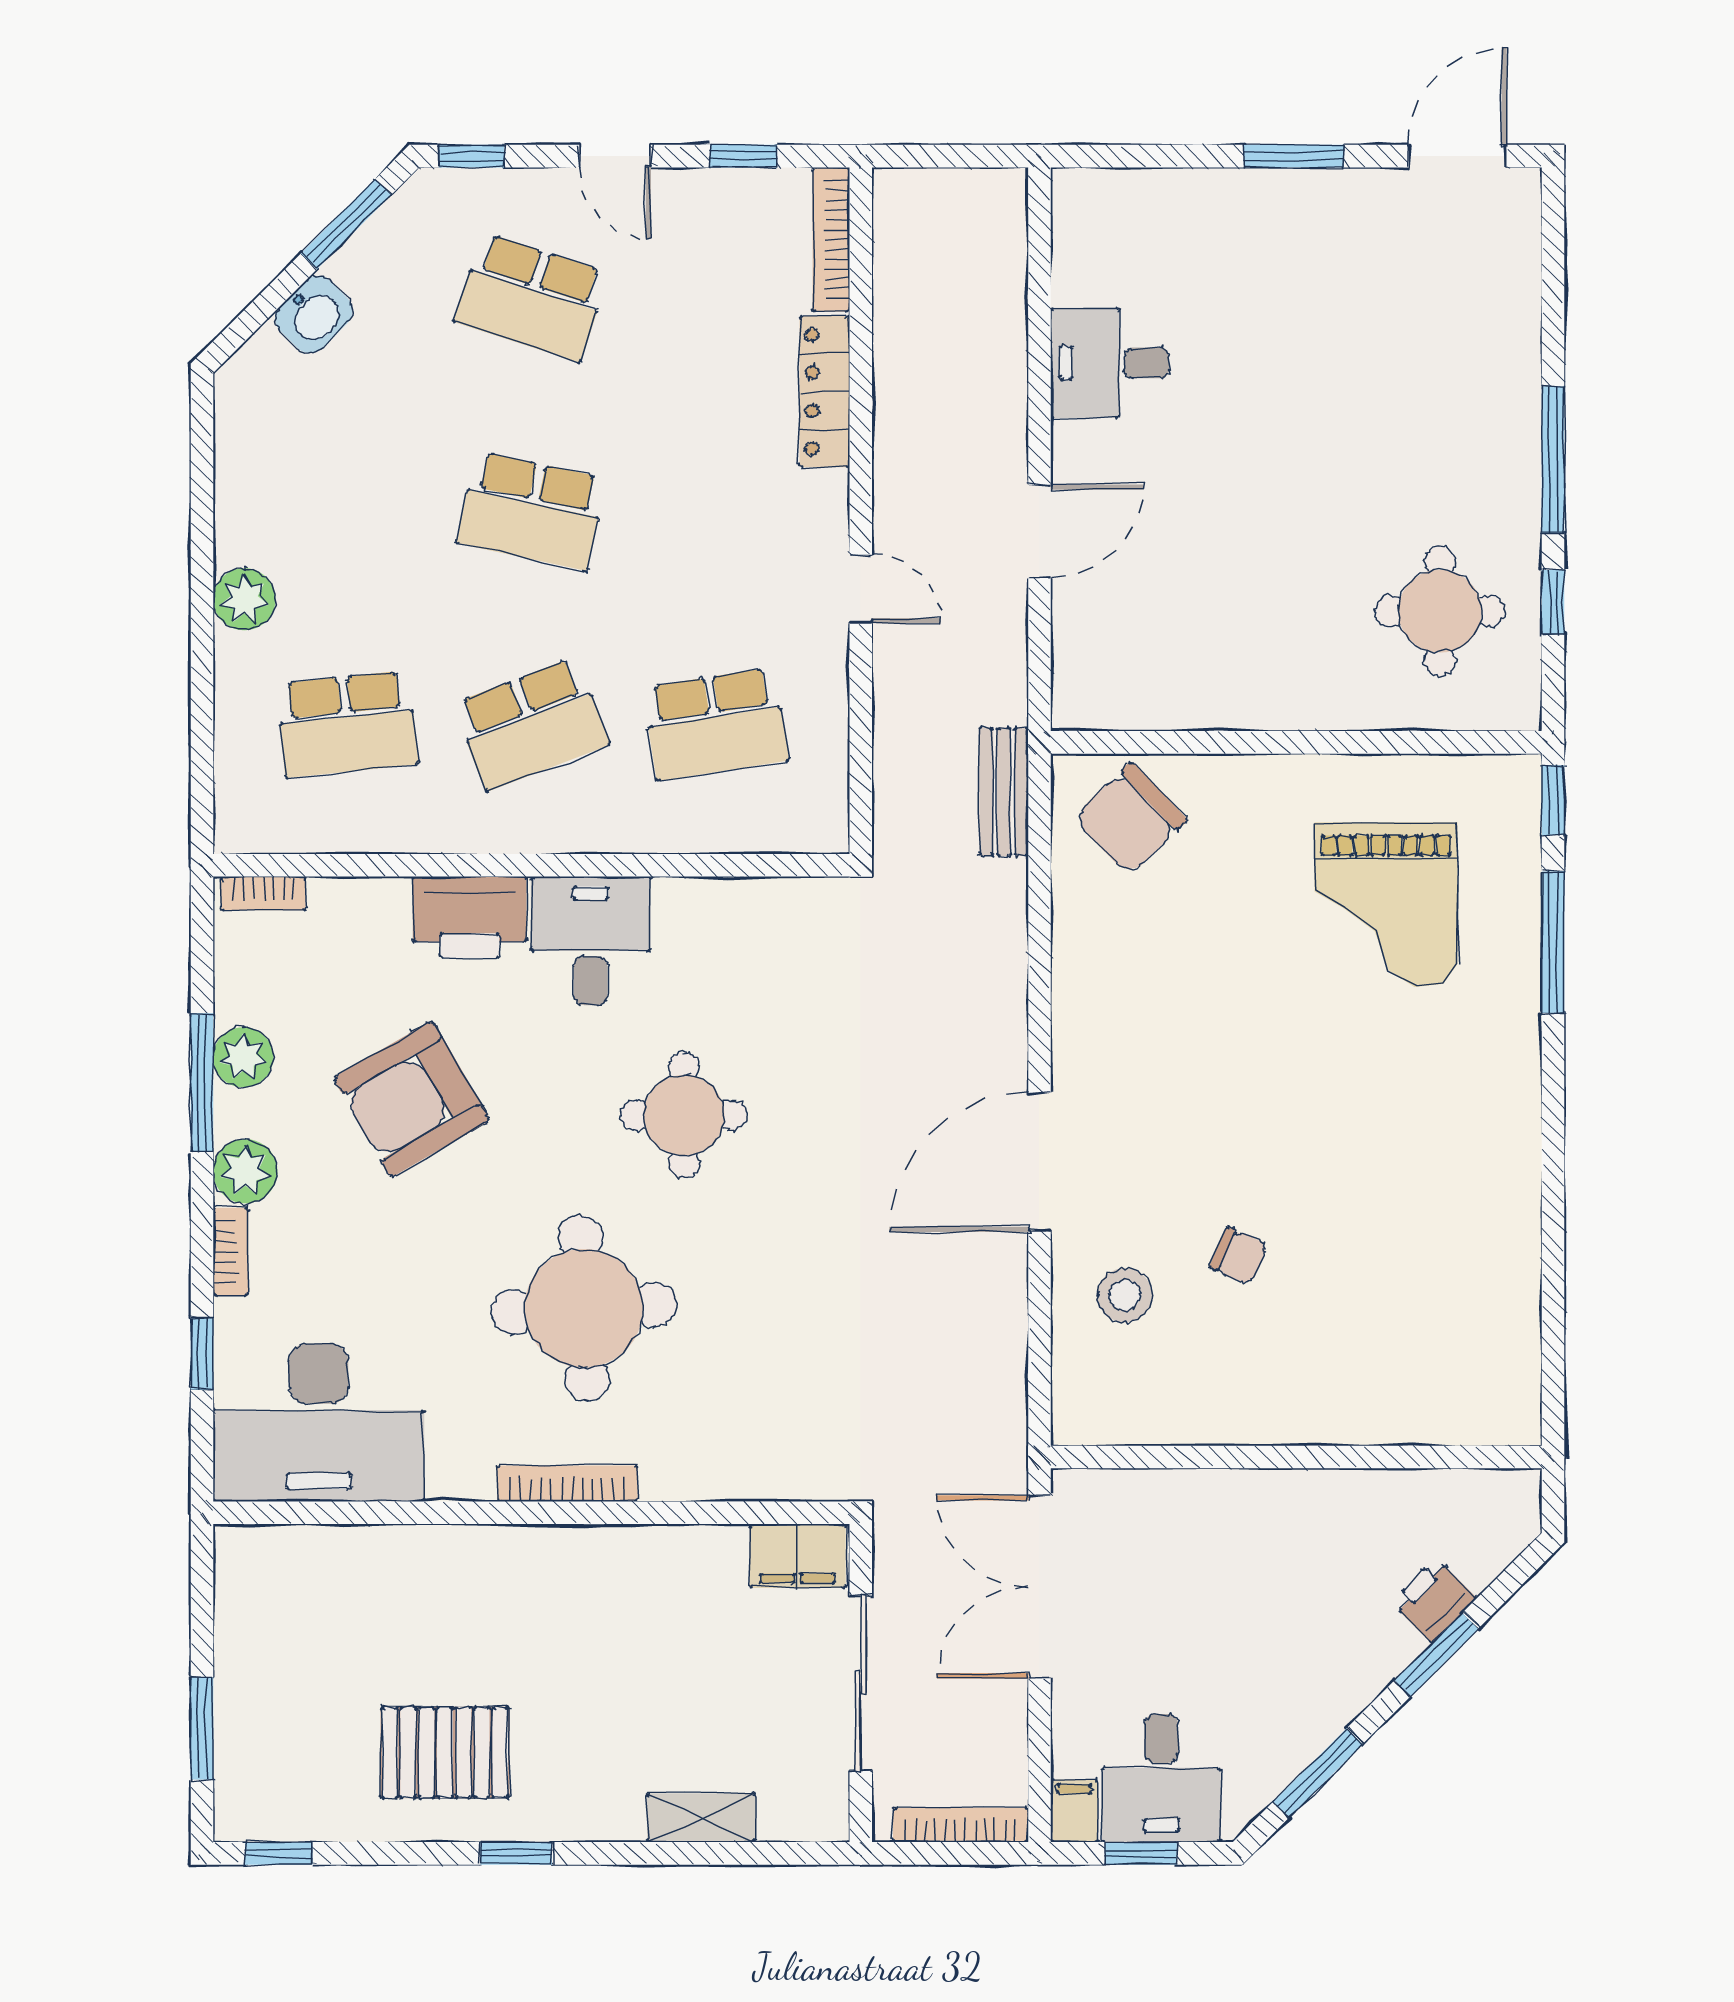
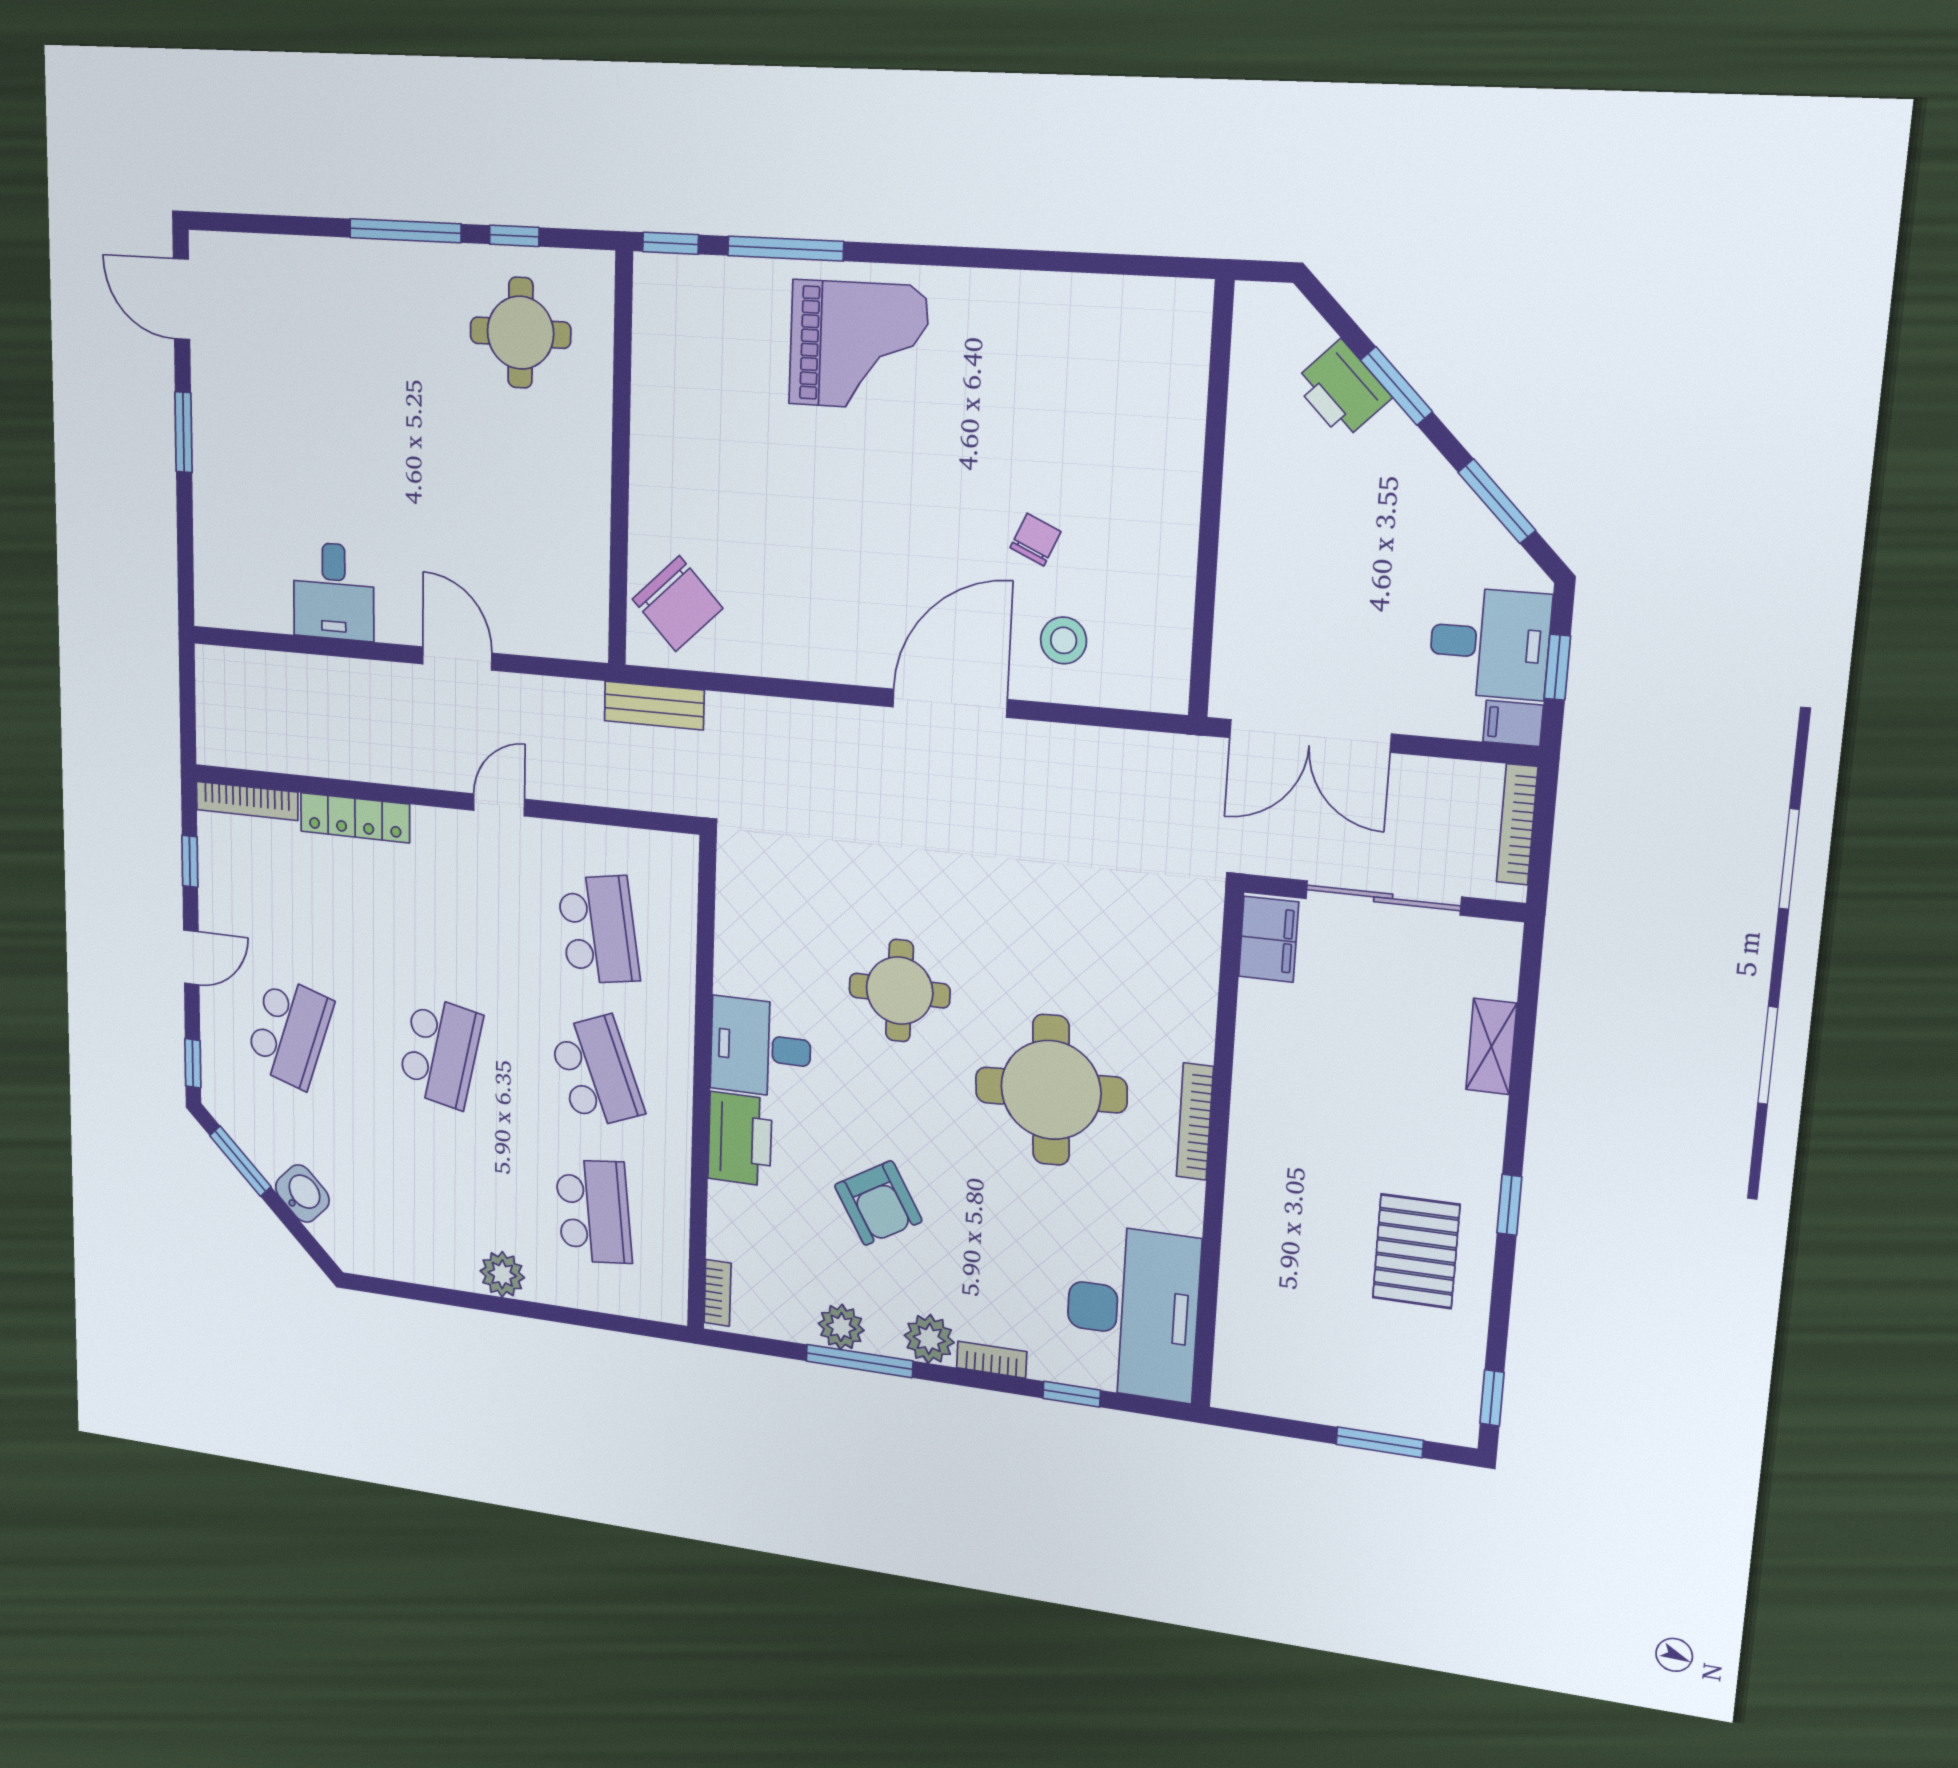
grand piano: (1386, 905) -> (858, 345), moved
armchair: (412, 1099) -> (878, 1203), width x0.73, depth x0.73
door: (1039, 1162) -> (950, 703), swing flipped
printer: (1434, 1600) -> (1342, 390), width x1.36, depth x1.24

